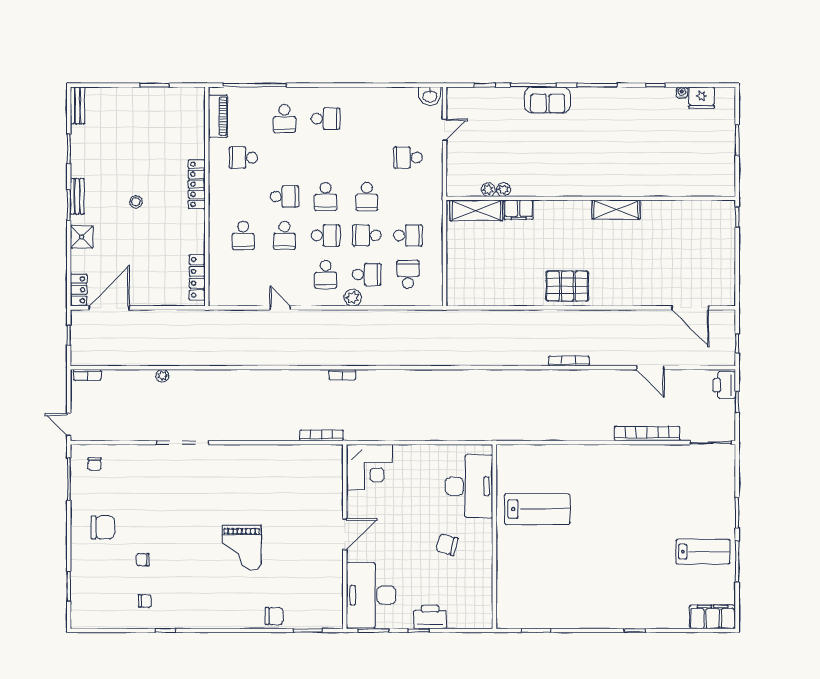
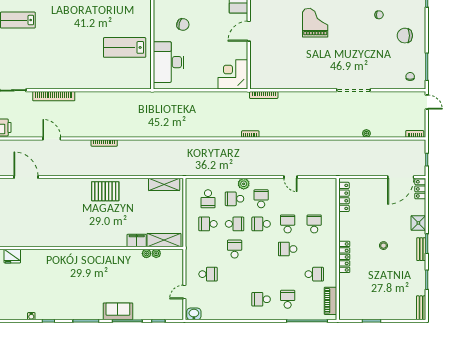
fridge: (702, 98) -> (12, 256), moved, turned 180
school desk: (326, 197) -> (261, 249), removed
shelving: (616, 209) -> (164, 184), moved

